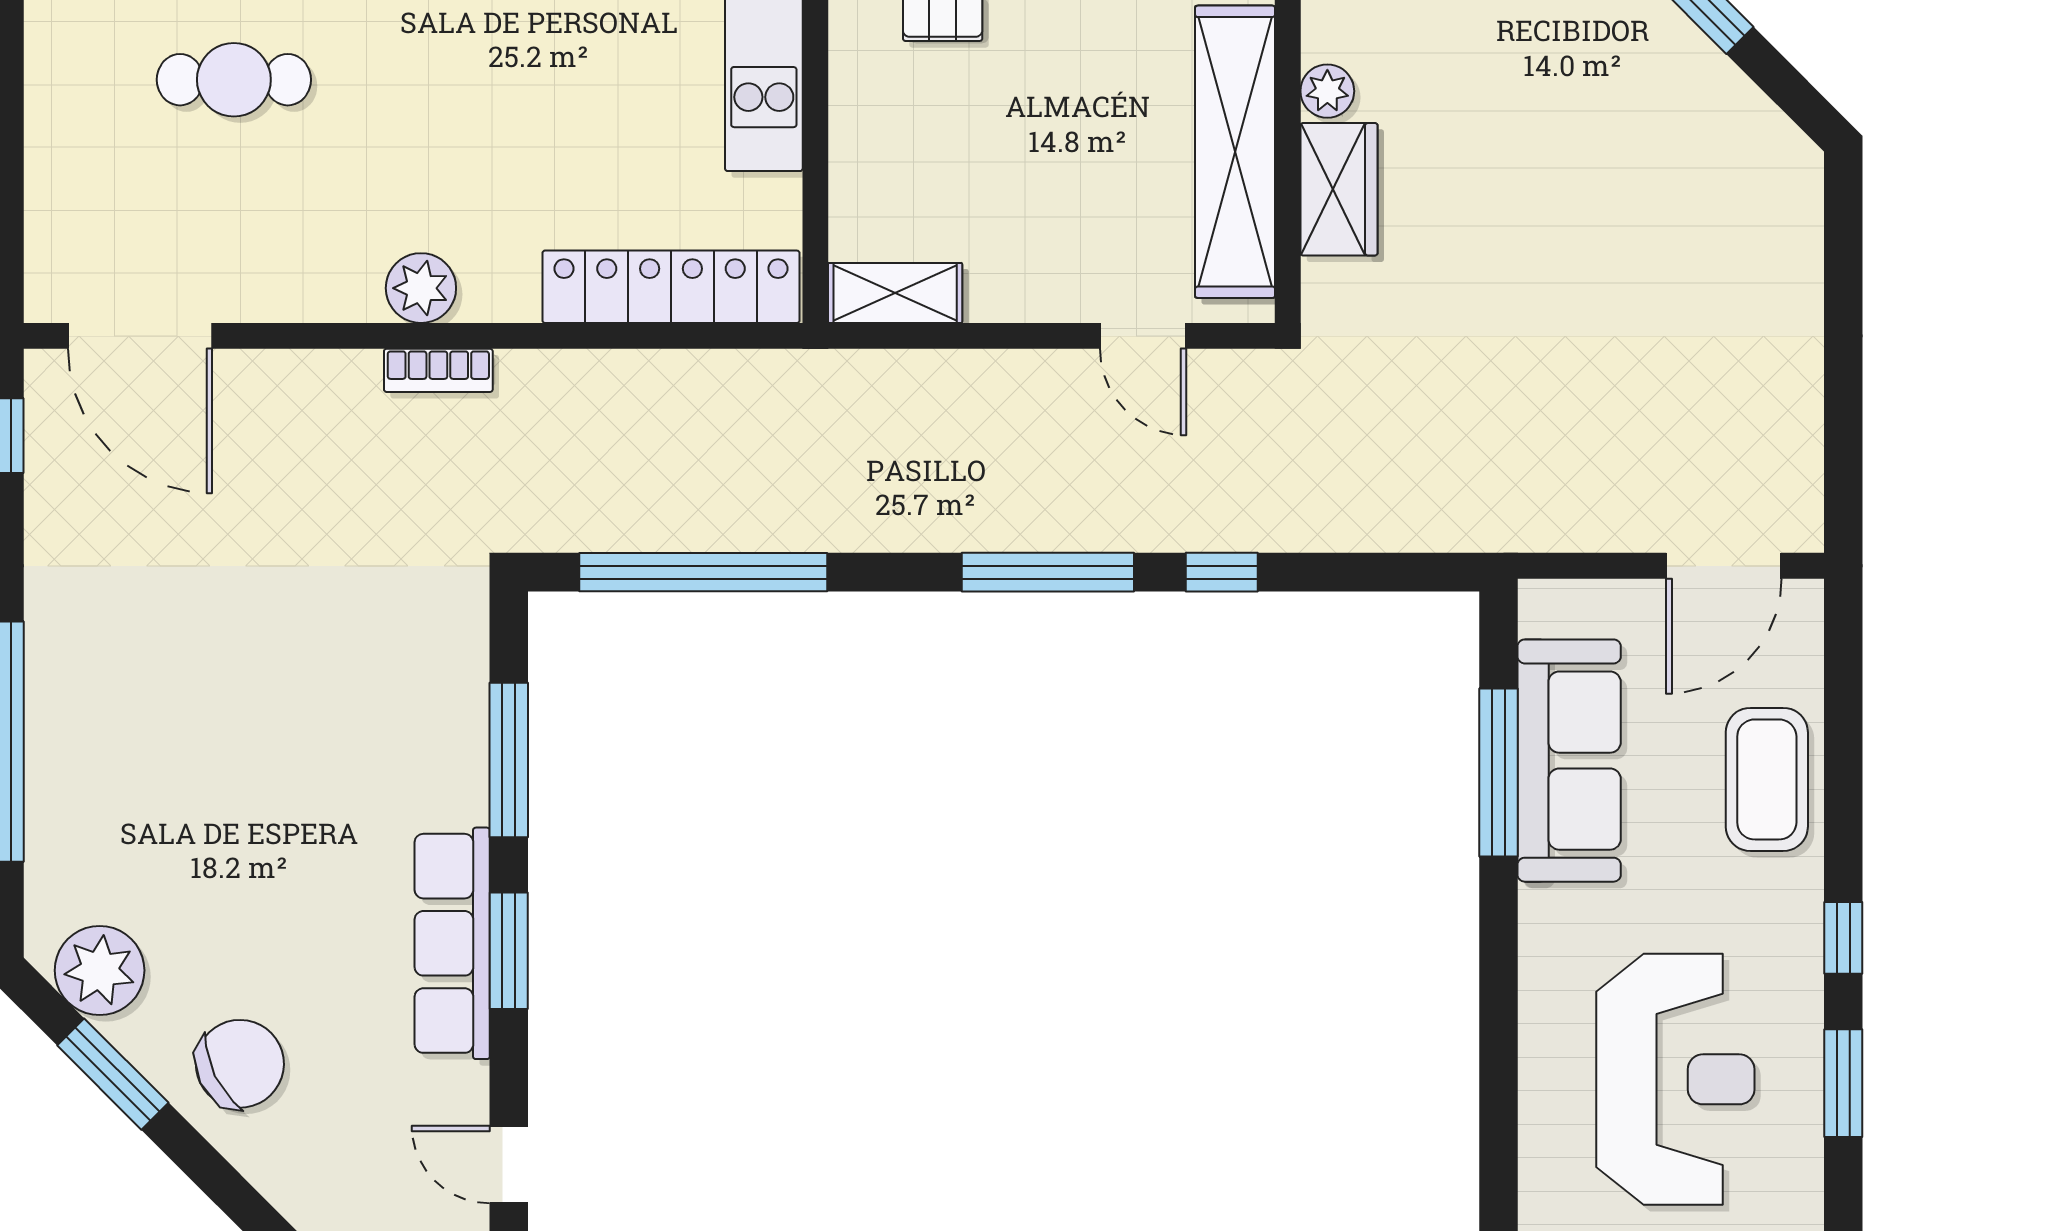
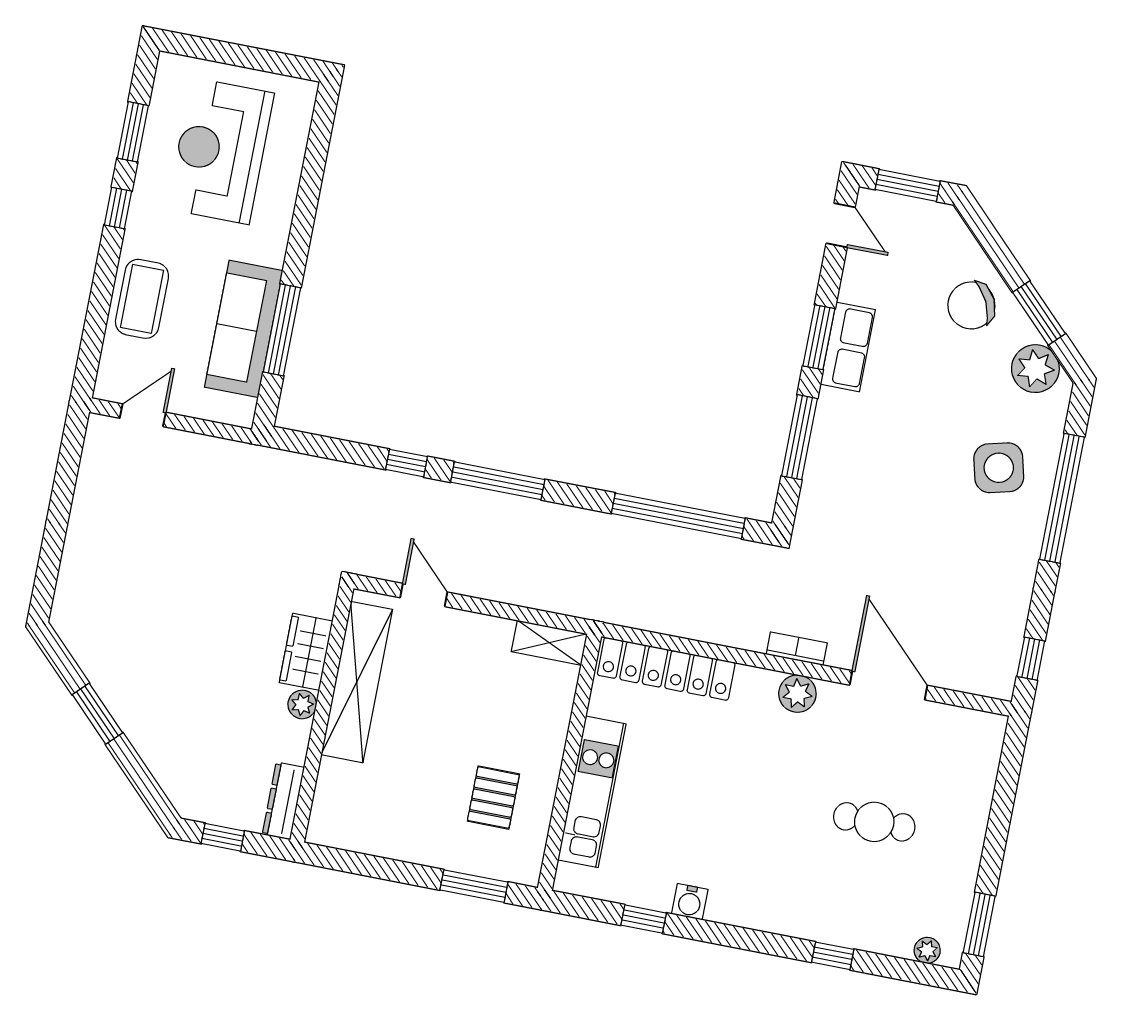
door: (140, 336) -> (889, 685), moved
door: (1724, 566) -> (143, 415), width x0.73
side table: (131, 775) -> (999, 468), added
row of seats: (452, 943) -> (848, 347), width x0.68

